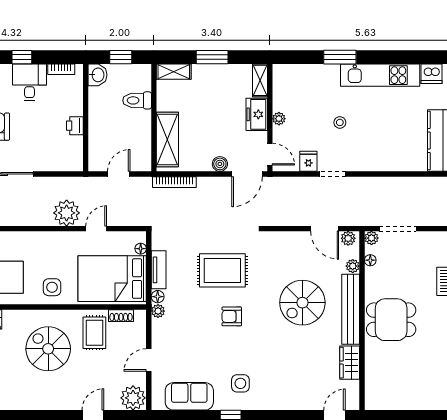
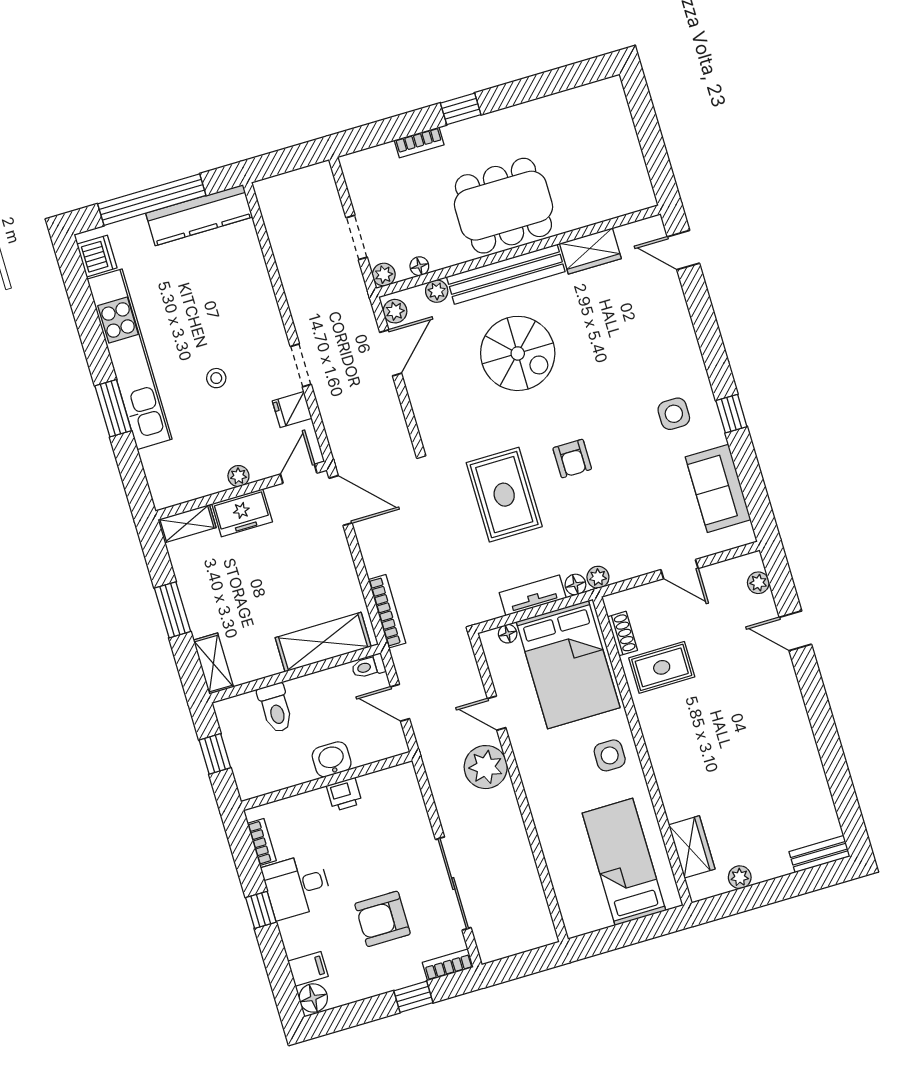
washbasin: (98, 75) -> (332, 759), moved
kitchen unit: (380, 75) -> (130, 359), width x1.36
toilet: (145, 162) -> (368, 667), added
boiler: (220, 164) -> (337, 548), removed
doorway: (398, 229) -> (357, 237), width x0.73
dining table: (391, 320) -> (503, 206), width x1.38
spiral stairs: (48, 349) -> (708, 733), removed
plant: (133, 398) -> (758, 583), width x0.53, depth x0.53

